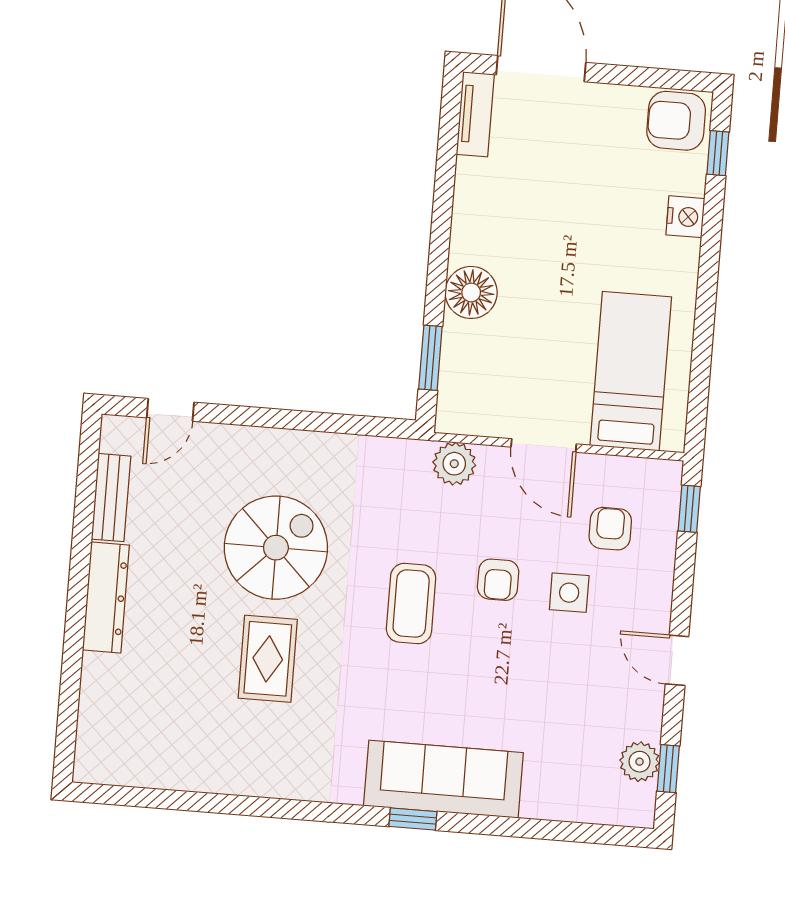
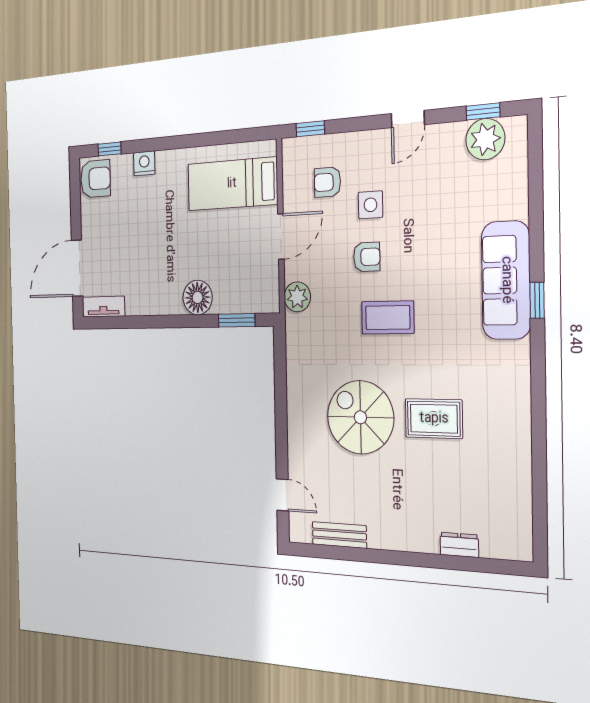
armchair: (676, 121) -> (95, 179), turned -90
dresser: (106, 597) -> (459, 545), moved, width x0.51, depth x0.80
plant: (640, 762) -> (485, 139), width x1.36, depth x1.36

